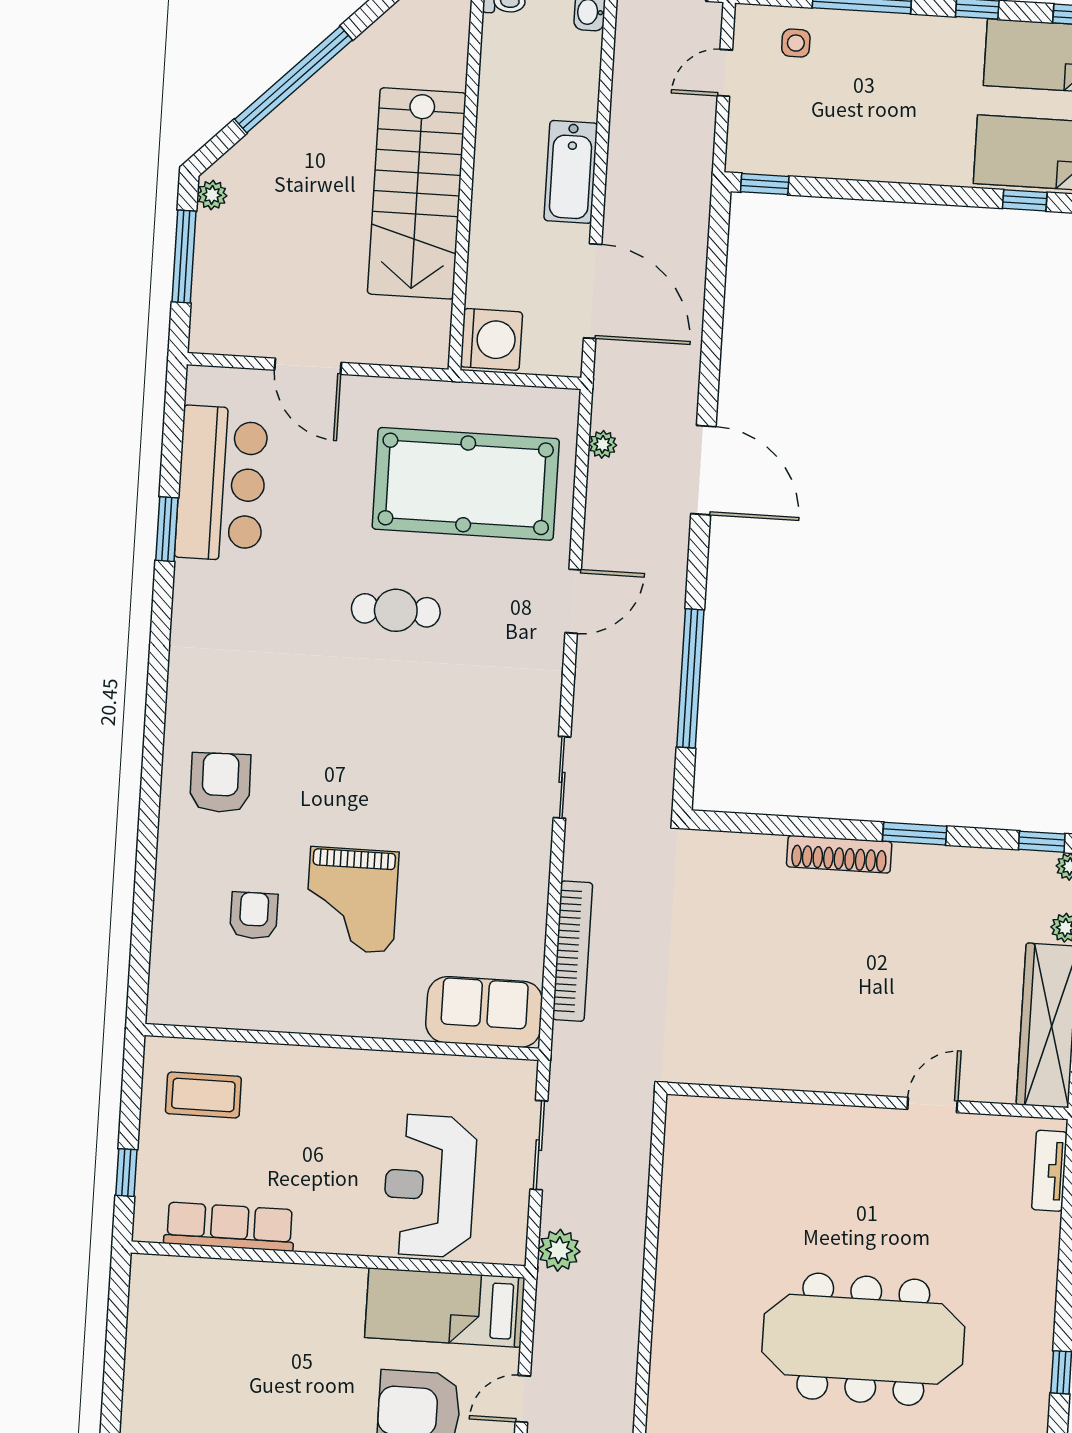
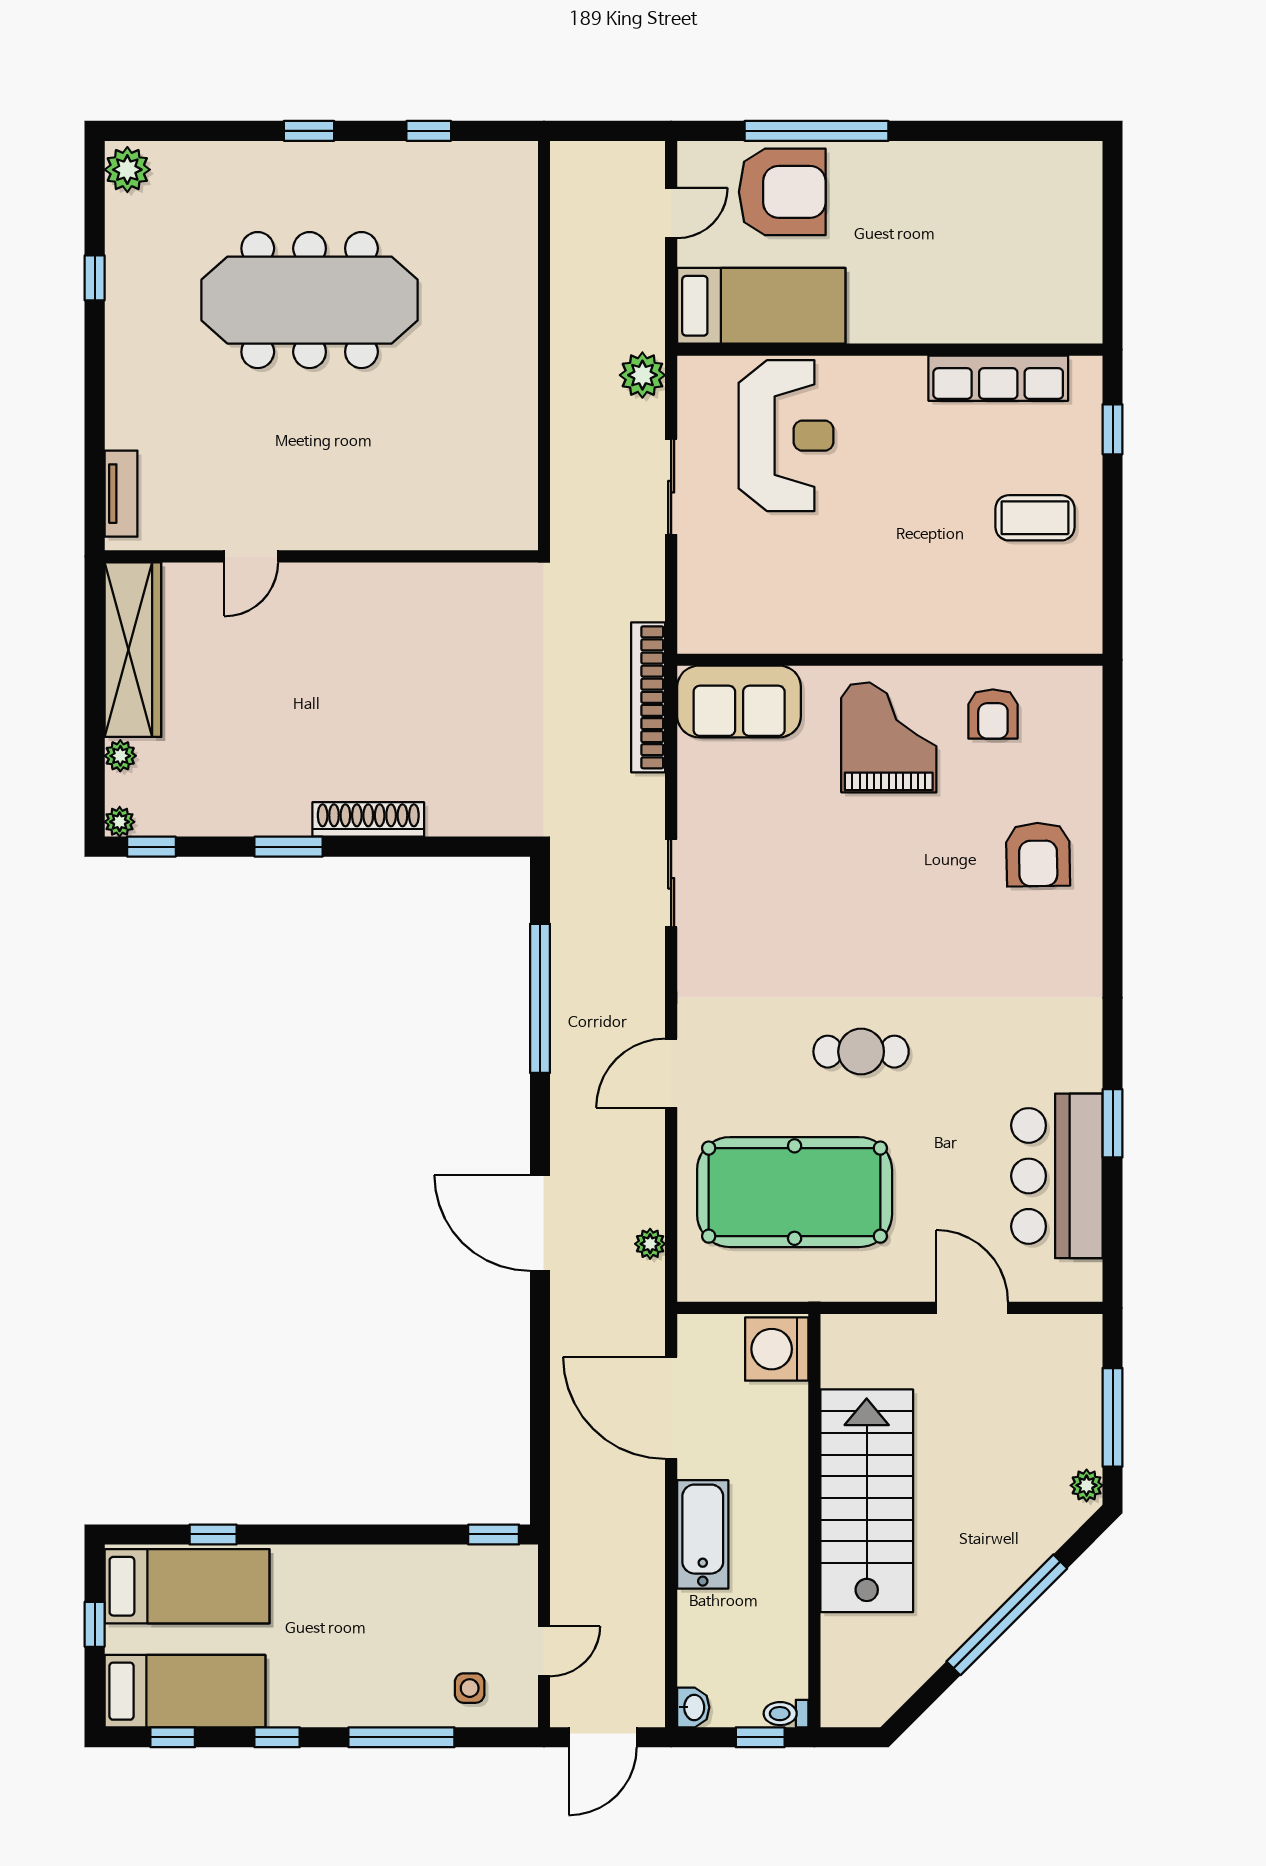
sofa: (484, 1012) -> (739, 701), moved
wall: (342, 1042) -> (890, 660), moved

